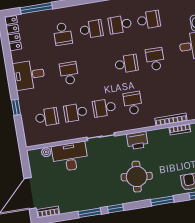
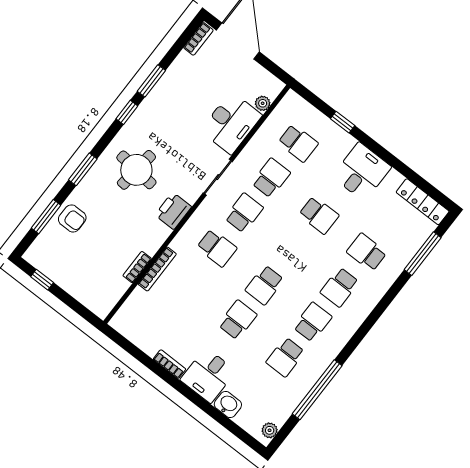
school desk: (155, 59) -> (238, 320), turned -90
school desk: (47, 117) -> (298, 143), turned -90

